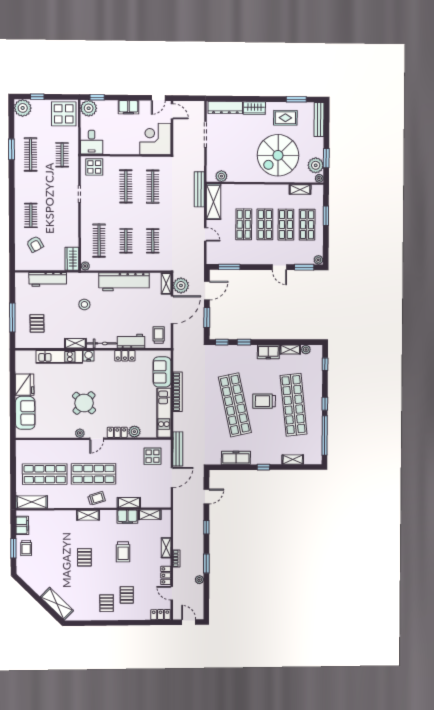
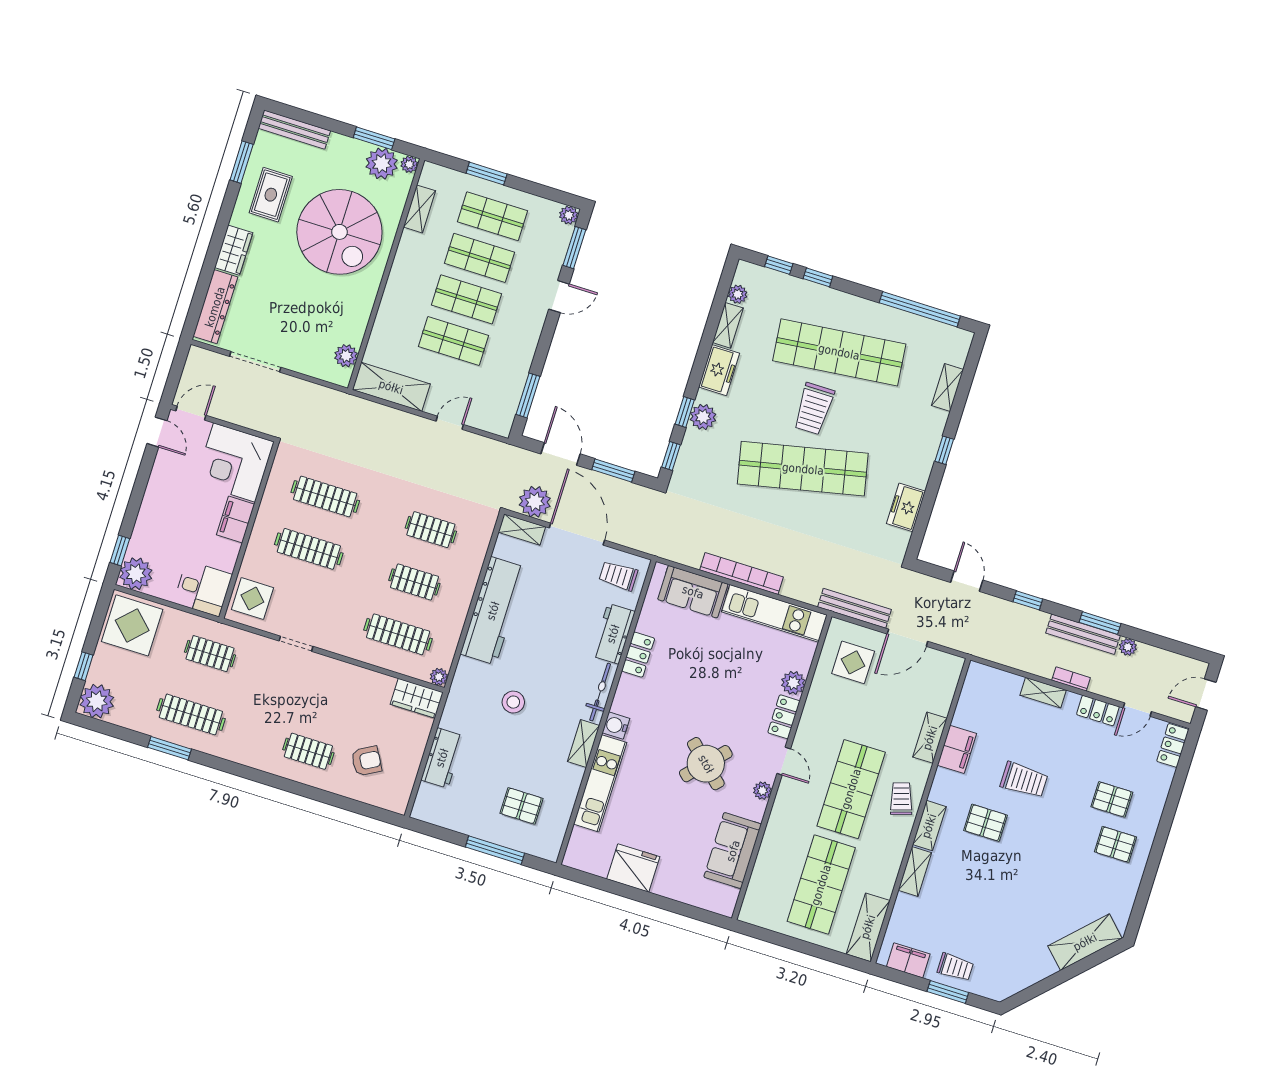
filing cabinet: (128, 107) -> (236, 520), moved, turned 180
bench: (199, 189) -> (1083, 634), moved
workbench: (48, 279) -> (442, 758), width x0.73
plant: (244, 351) -> (703, 417), added
window: (325, 404) -> (818, 277), moved
sofa: (25, 413) -> (733, 851), moved, turned -90
freezer: (236, 458) -> (906, 507), width x0.71
door: (172, 478) -> (907, 638), swing flipped
shelving: (150, 515) -> (915, 871), moved
pallet: (84, 557) -> (986, 823), moved

